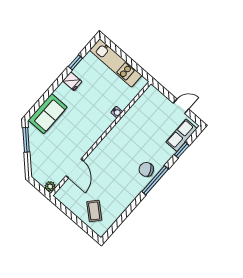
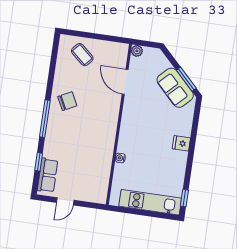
window: (75, 62) -> (184, 198), moved
fridge: (72, 81) -> (181, 143), moved
sofa: (48, 114) -> (175, 88), moved, turned -45
chair: (146, 169) -> (67, 101), moved

